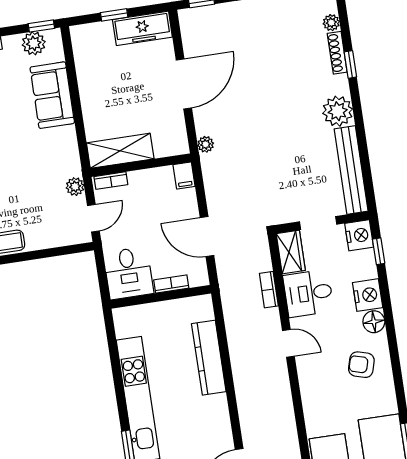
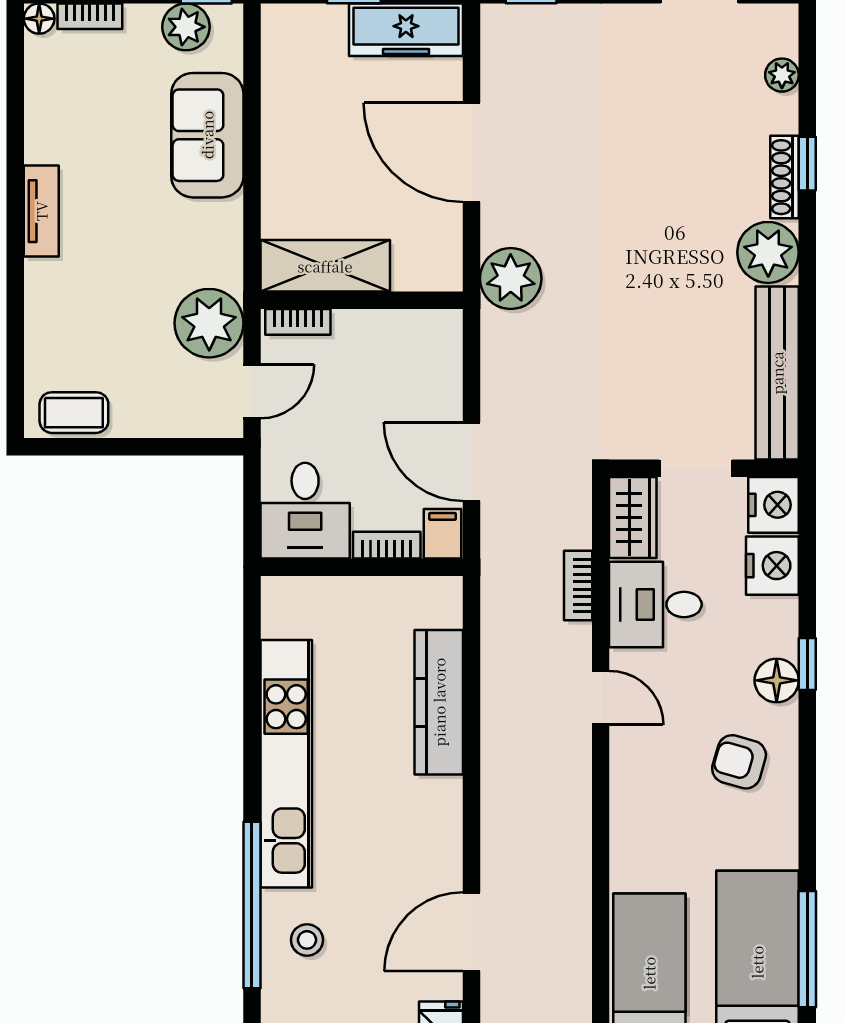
shoe rack: (337, 53) -> (785, 177), moved
door: (184, 84) -> (472, 152), swing flipped
plant: (206, 144) -> (511, 279), width x1.87, depth x1.87
filing cabinet: (184, 175) -> (442, 534), moved, turned 180
plant: (75, 187) -> (209, 323), width x1.87, depth x1.87
window: (379, 251) -> (807, 664), moved
nightstand: (368, 295) -> (772, 566), moved

